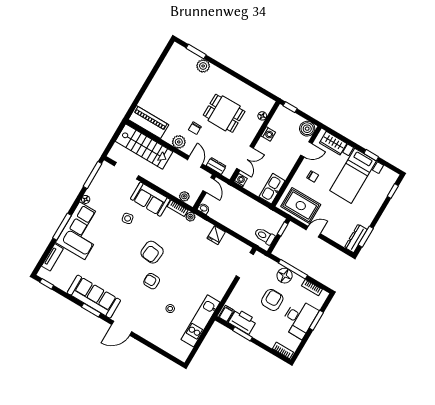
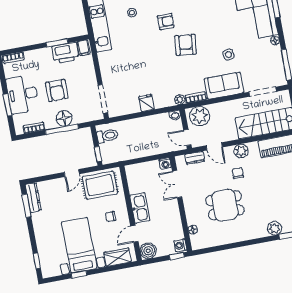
washing machine: (268, 134) -> (180, 245), moved
kitchen sink: (272, 189) -> (140, 208), moved
plant: (184, 196) -> (200, 116), width x1.87, depth x1.87

